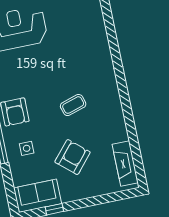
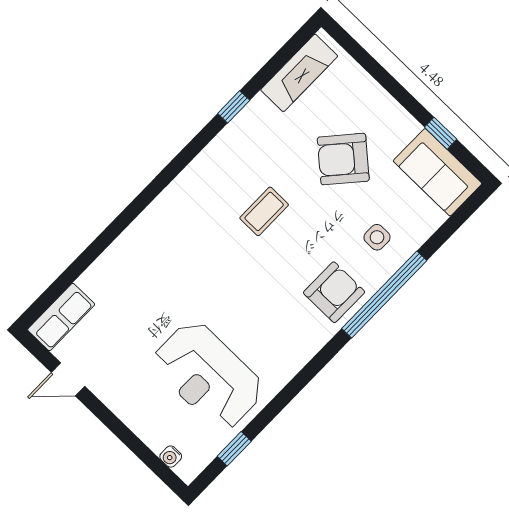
coffee table: (73, 105) -> (264, 211), turned -73
window: (130, 123) -> (234, 107), added

